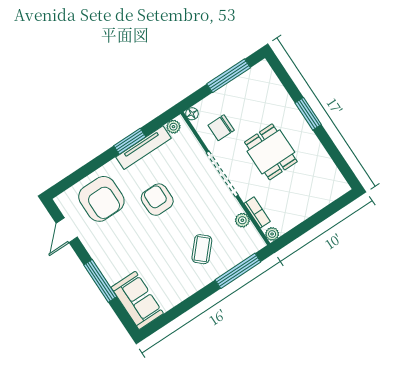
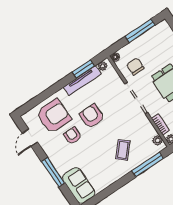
chair: (221, 128) -> (135, 66), turned 90
window: (130, 141) -> (83, 69), moved
armchair: (101, 199) -> (54, 116), turned -90
plant: (242, 220) -> (158, 140), moved
armchair: (129, 228) -> (73, 136), added

